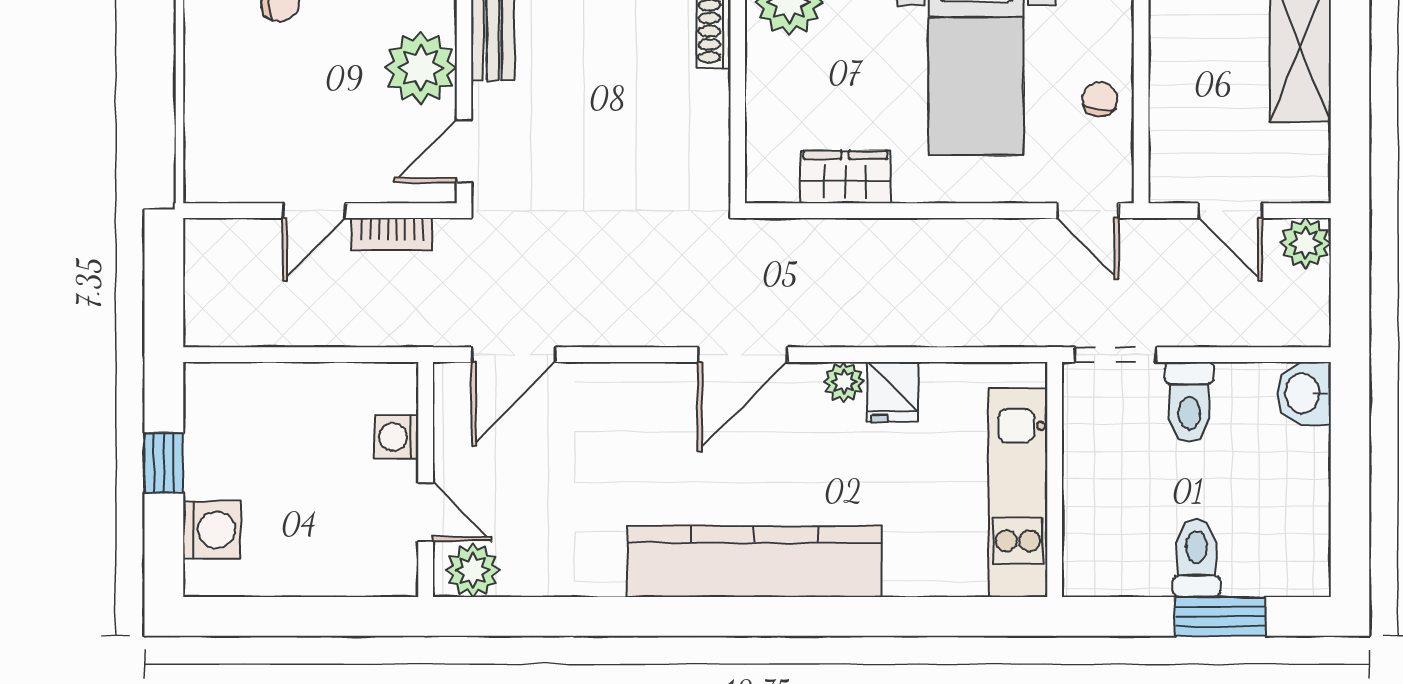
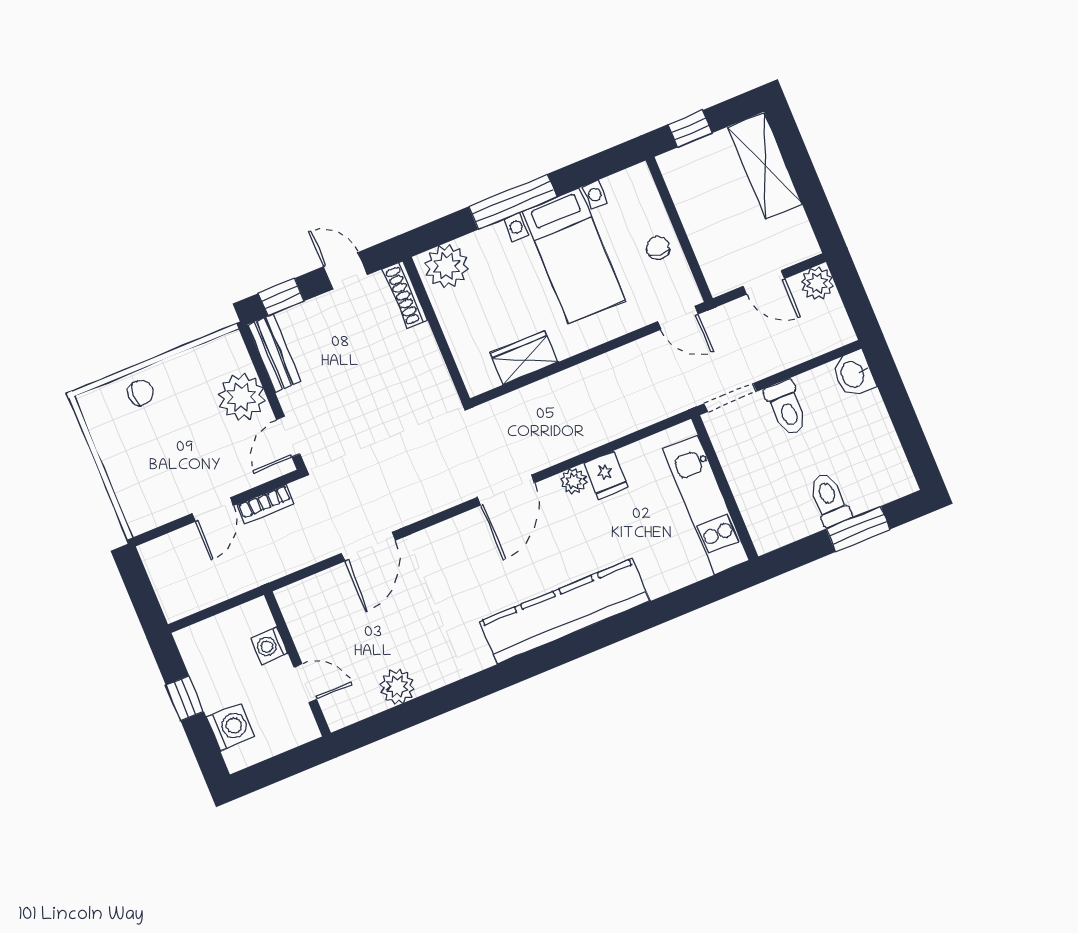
washing machine: (397, 437) -> (269, 645), moved
wall: (426, 480) -> (297, 664), moved
door: (426, 512) -> (305, 683), moved

